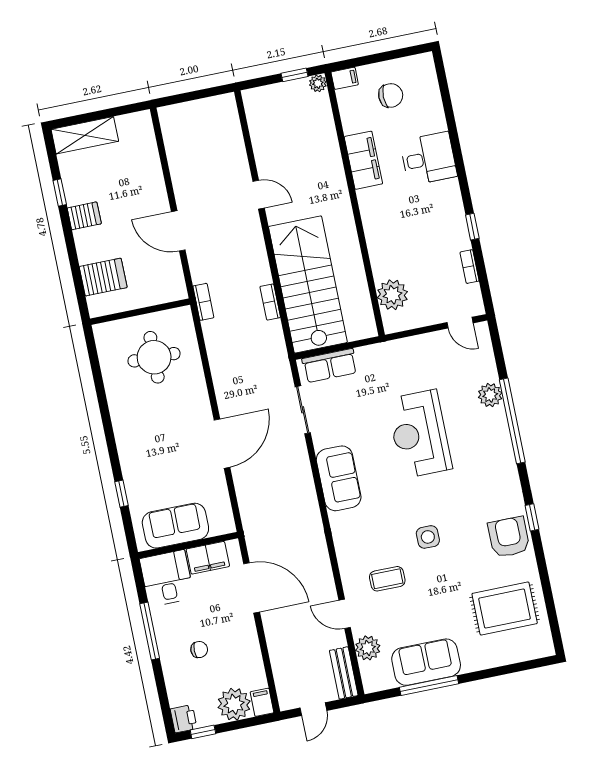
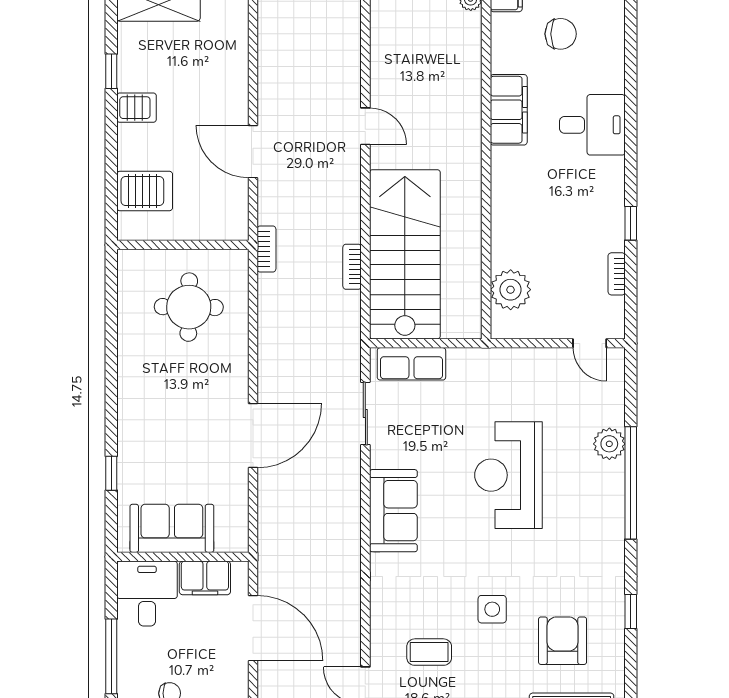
armchair: (509, 537) -> (563, 641), moved

